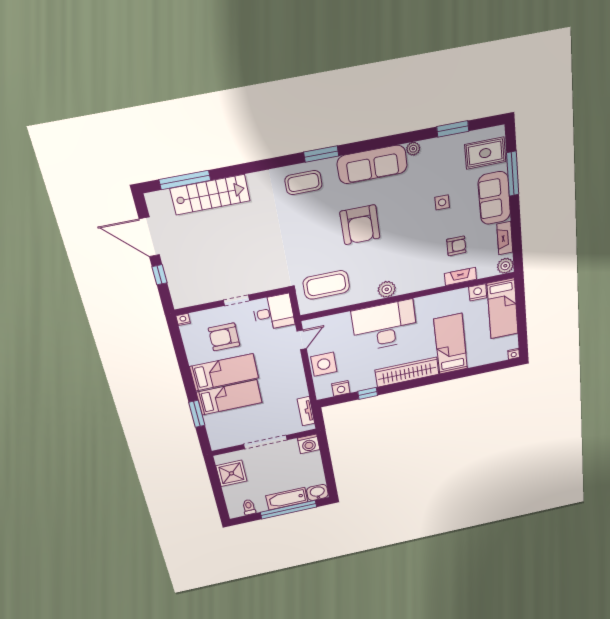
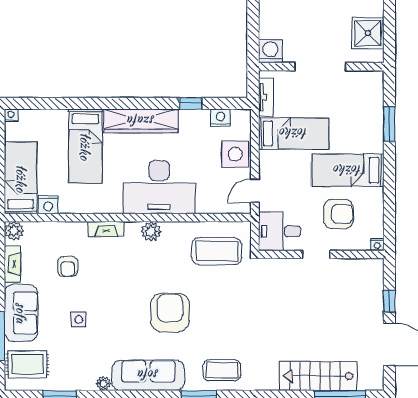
armchair: (456, 246) -> (68, 266), turned -90
fireplace: (460, 276) -> (106, 229), moved
bed: (229, 397) -> (294, 133), moved, turned 180

